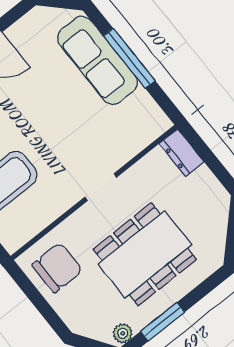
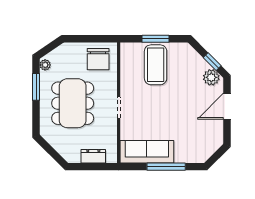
sofa: (97, 60) -> (147, 152), moved
dresser: (182, 153) -> (93, 156), moved

